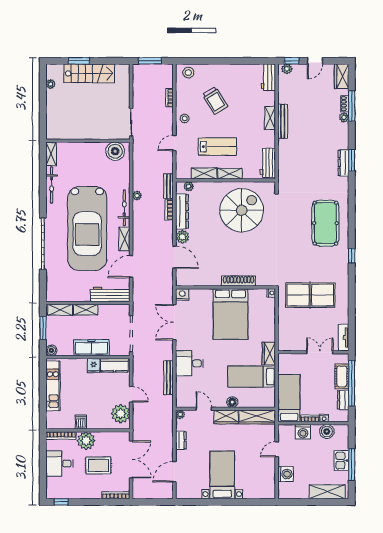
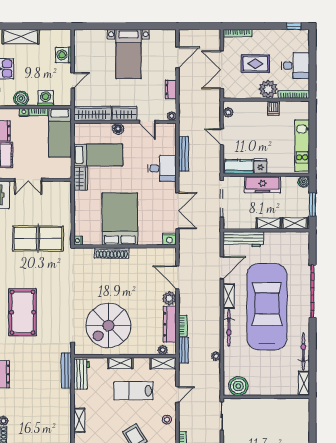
bench: (283, 121) -> (66, 370), moved
shelving: (204, 173) -> (163, 363), moved
plant: (137, 196) -> (216, 356), moved
plant: (121, 414) -> (228, 112), width x0.53, depth x0.53

